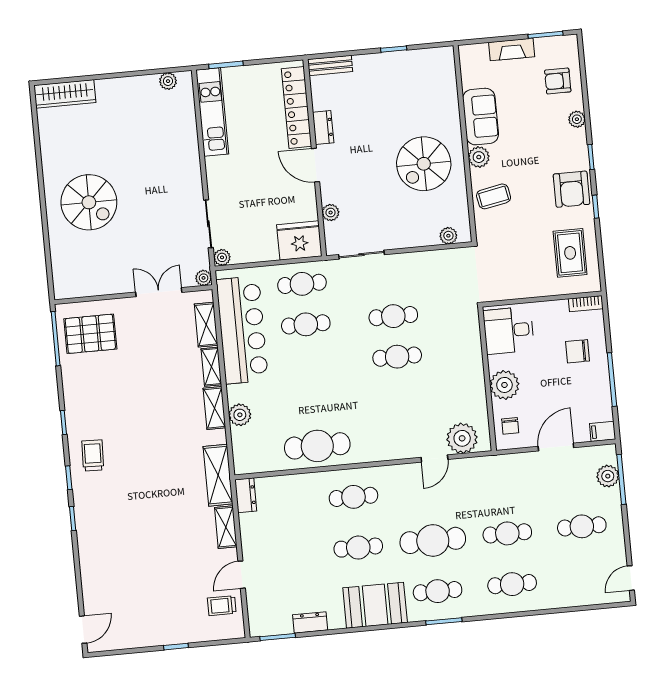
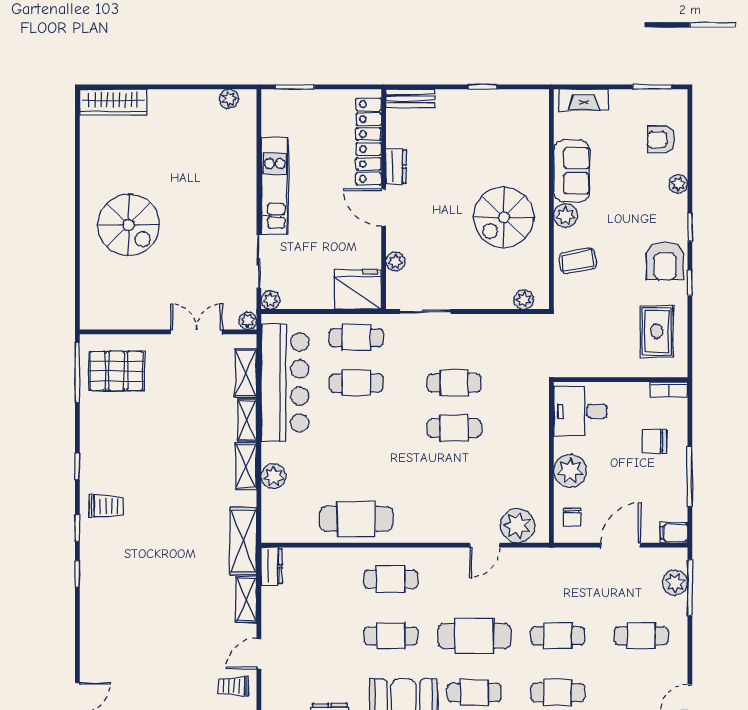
fireplace: (512, 49) -> (584, 100), moved
kitchen unit: (212, 112) -> (275, 186), moved
trolley: (93, 456) -> (106, 506), turned 88

